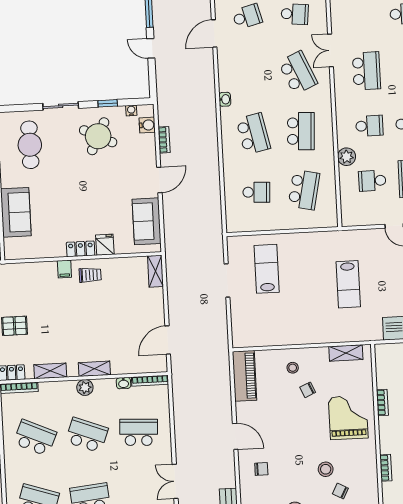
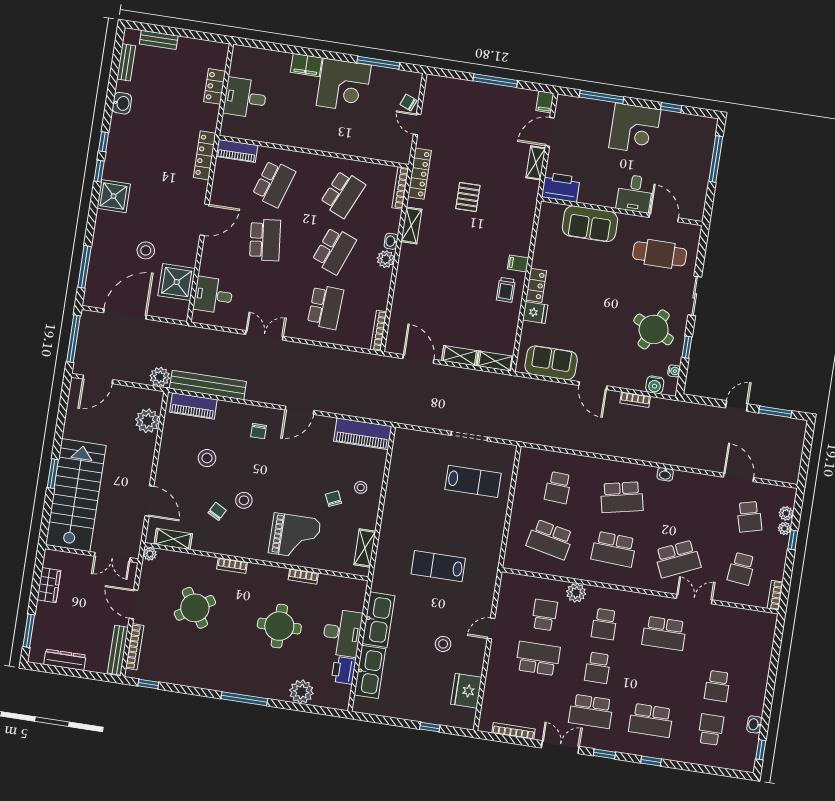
shelving: (94, 369) -> (460, 356), moved, turned 90
washbasin: (124, 383) -> (391, 241), moved

